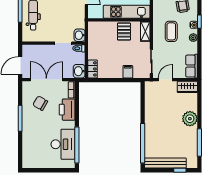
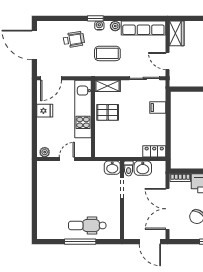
row of seats: (192, 66) -> (143, 28), width x1.48
washbasin: (79, 71) -> (143, 168), moved

